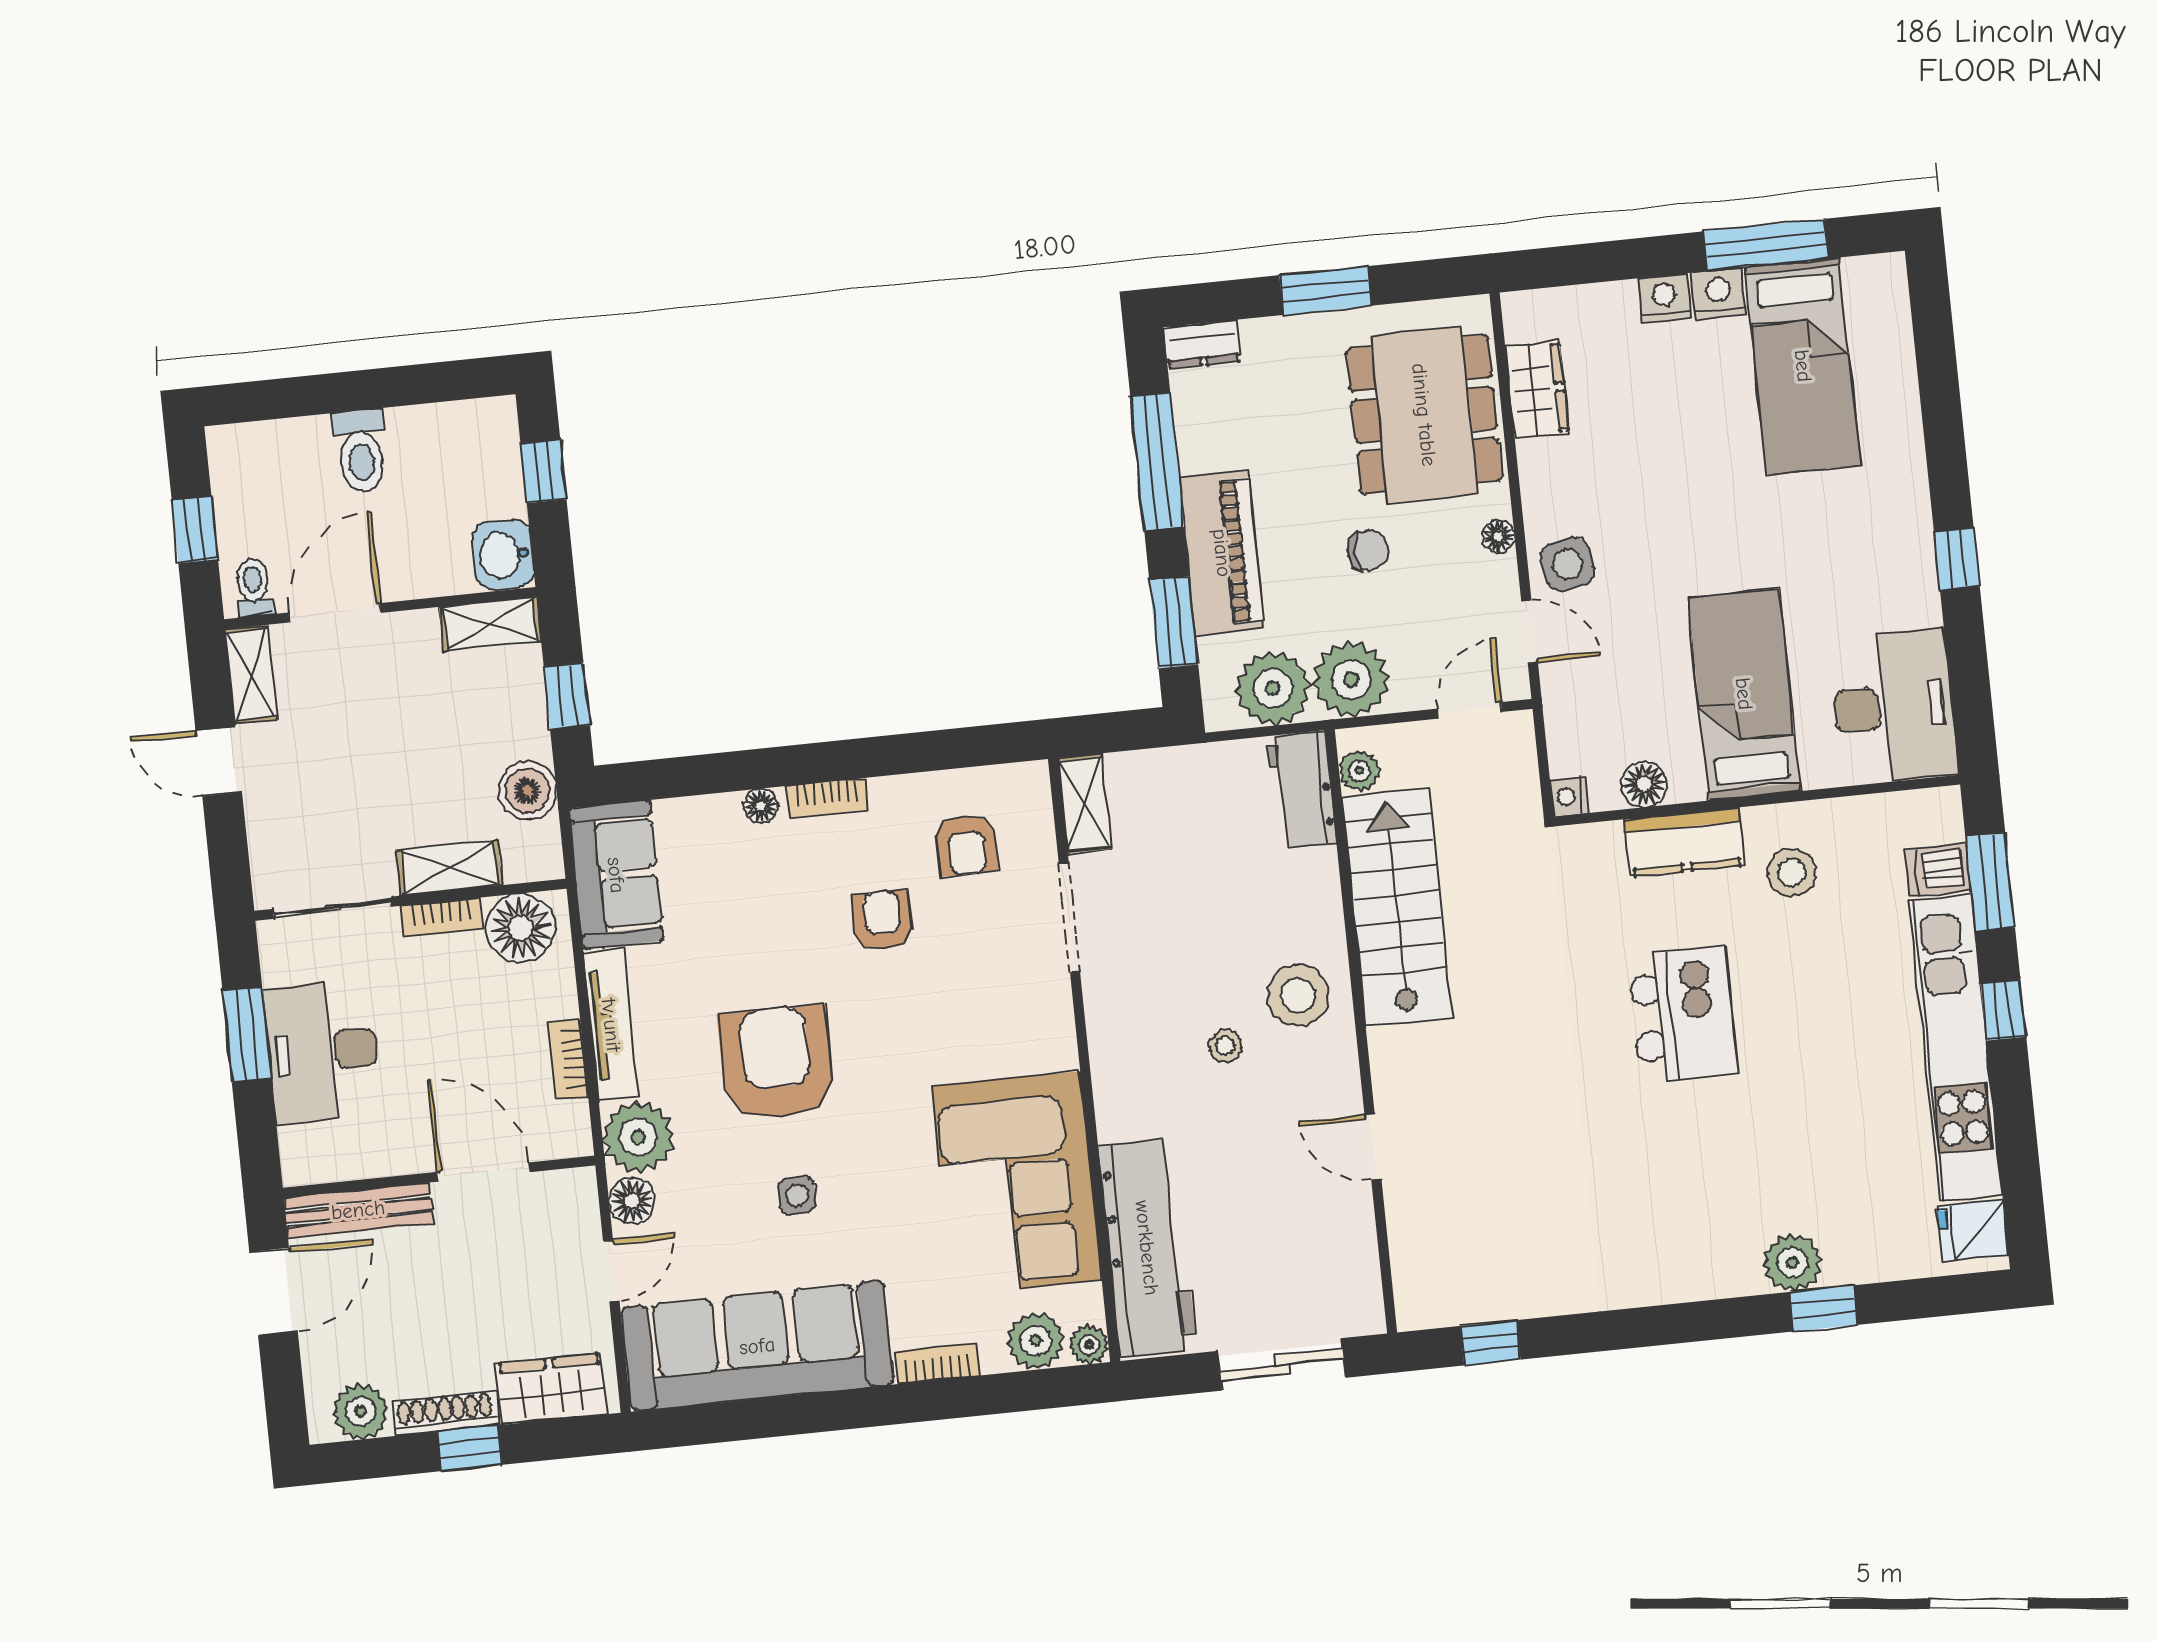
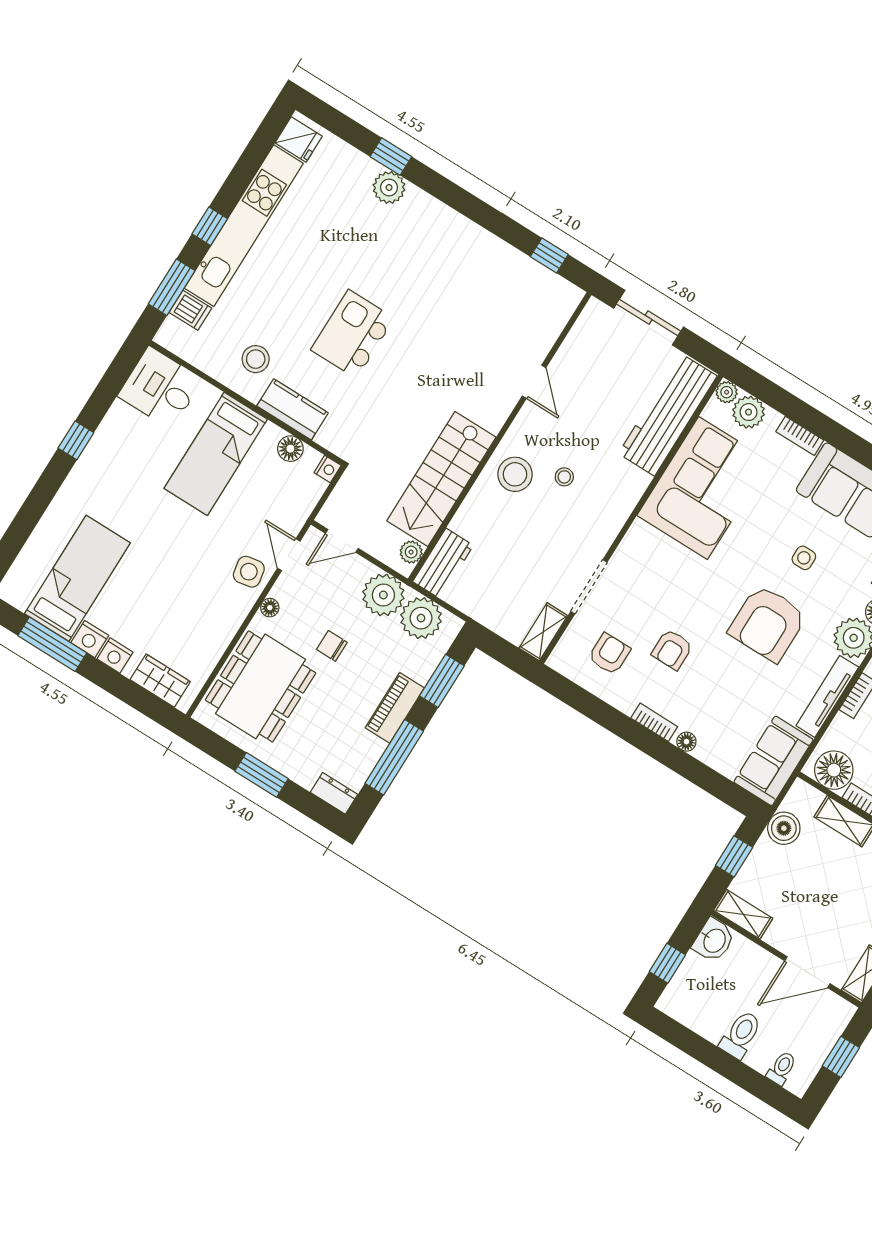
wardrobe: (1537, 389) -> (160, 681), moved, turned 90
piano: (1222, 553) -> (395, 708), width x0.73, depth x0.75
toilet: (253, 587) -> (782, 1068), moved, turned 180
desk: (1893, 707) -> (160, 388), width x0.73

